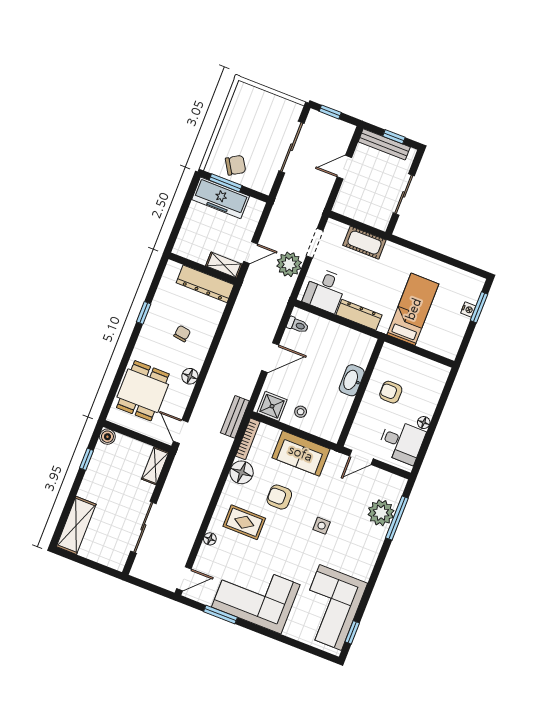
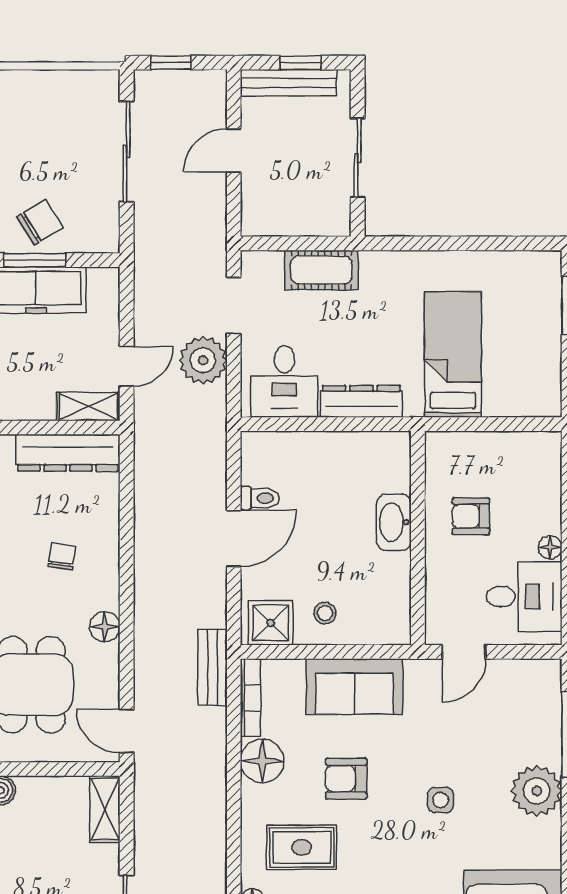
nightstand: (468, 309) -> (551, 317), removed
toilet: (298, 325) -> (260, 498), moved
plant: (381, 513) -> (537, 791), moved

